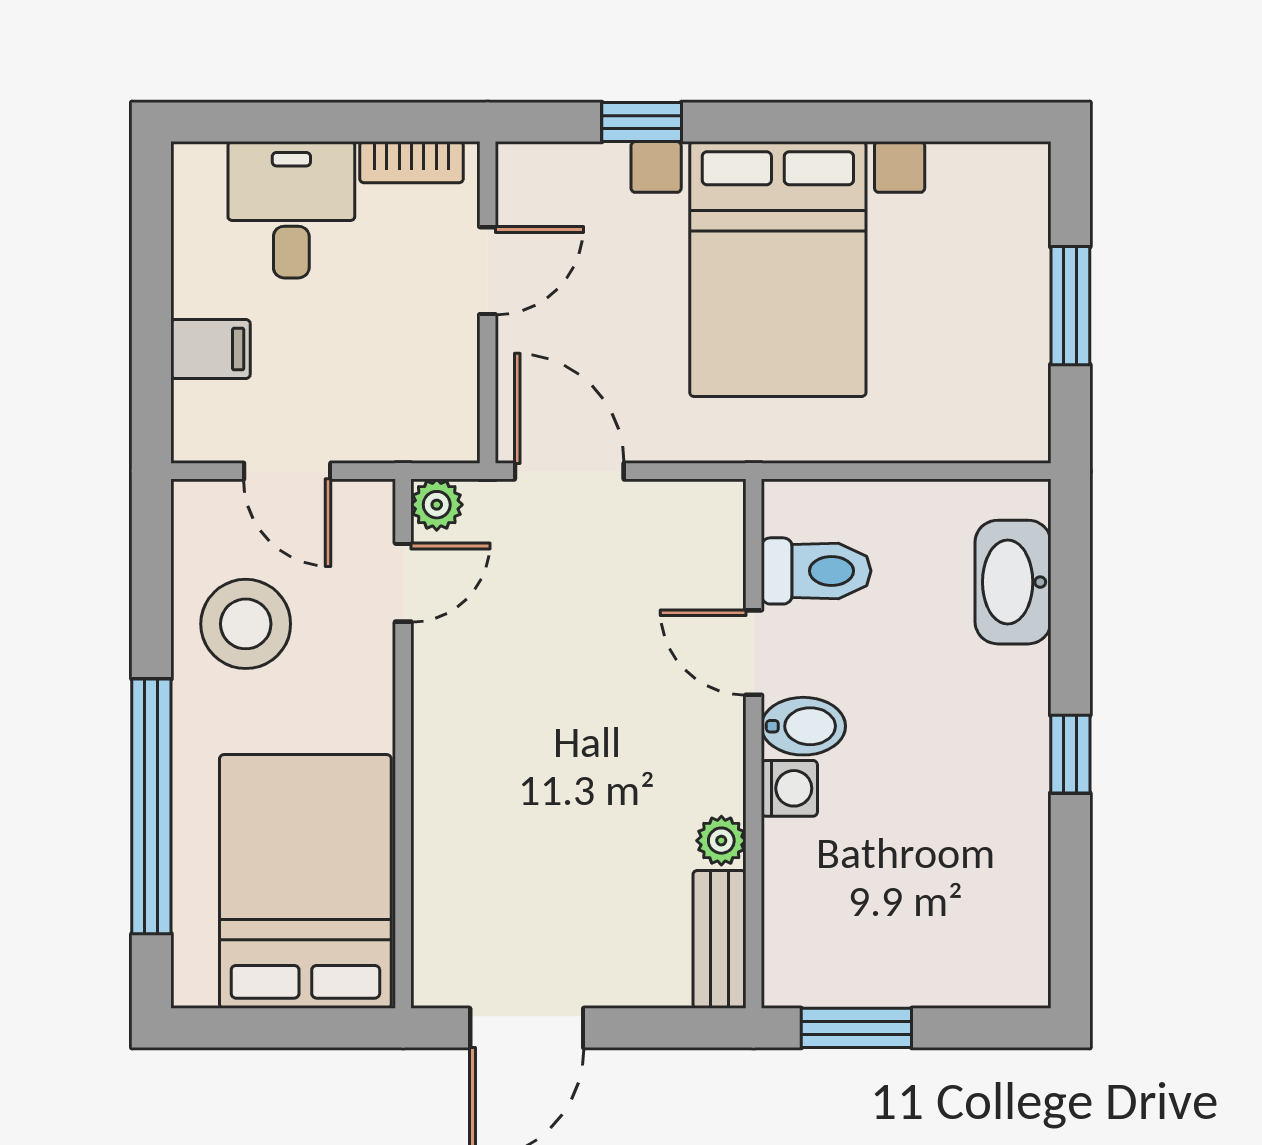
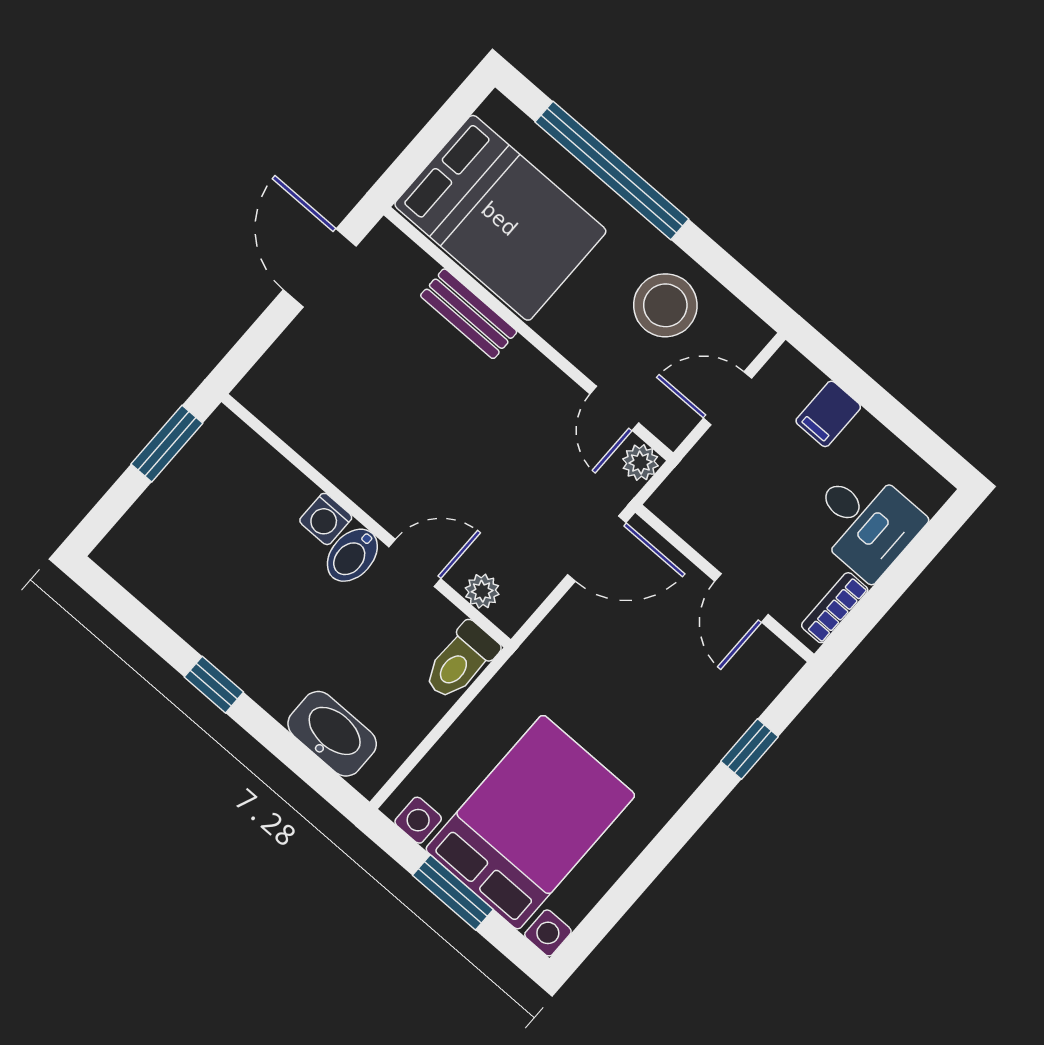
bed with nightstands: (778, 269) -> (530, 822), moved, turned 90
toilet: (816, 571) -> (461, 661), moved
plant: (721, 841) -> (482, 591), moved
bench: (719, 939) -> (469, 314), moved

